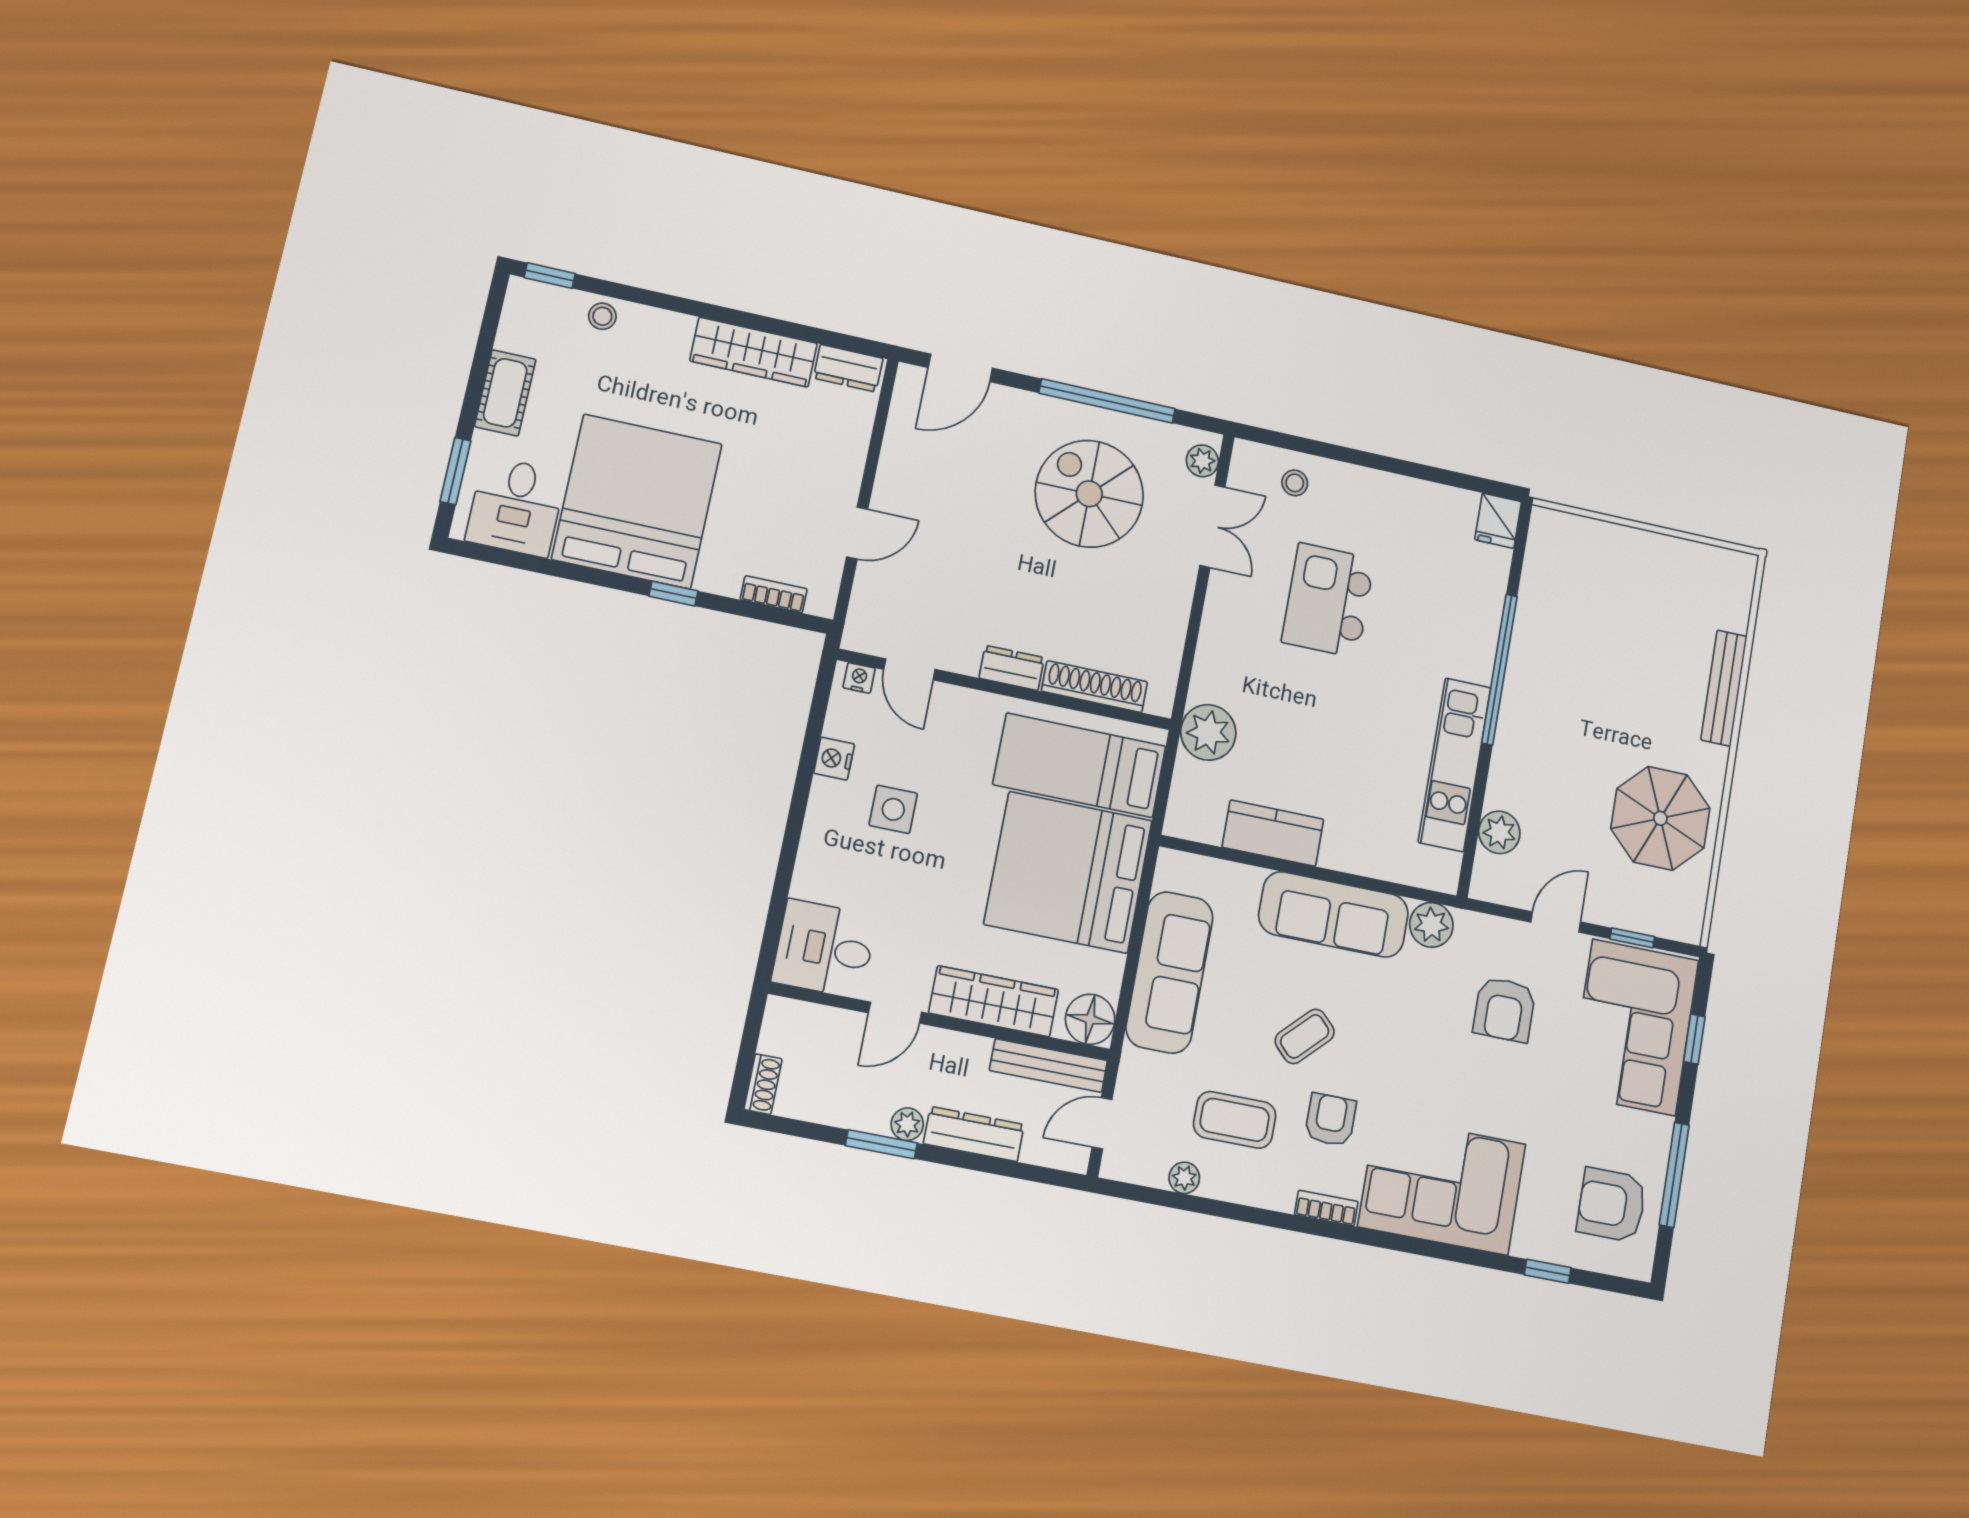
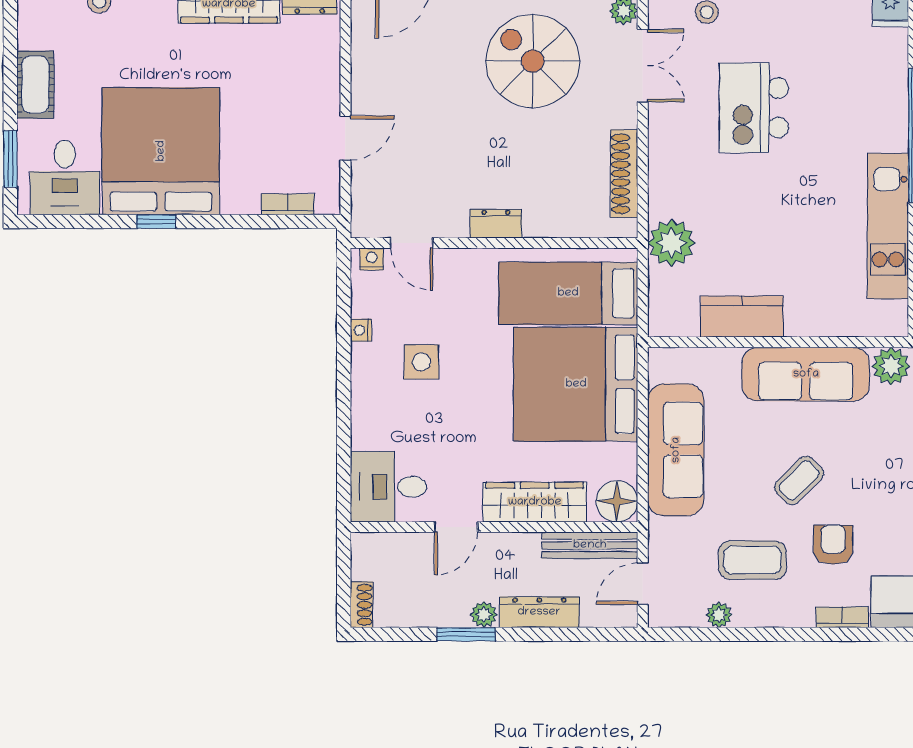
window: (673, 594) -> (156, 222), moved
shoe rack: (1094, 687) -> (624, 174), moved, turned -90
nightstand: (834, 759) -> (361, 330), width x0.72, depth x0.74

